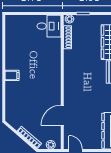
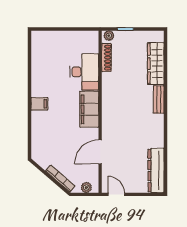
desk: (49, 26) -> (84, 72), moved, width x1.37
filing cabinet: (53, 80) -> (89, 109), added

